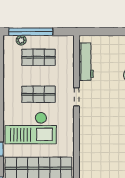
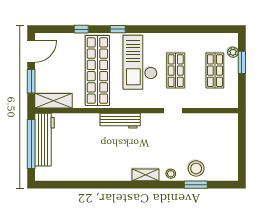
window: (31, 32) -> (242, 62), width x0.47
workbench: (86, 62) -> (120, 121), moved

